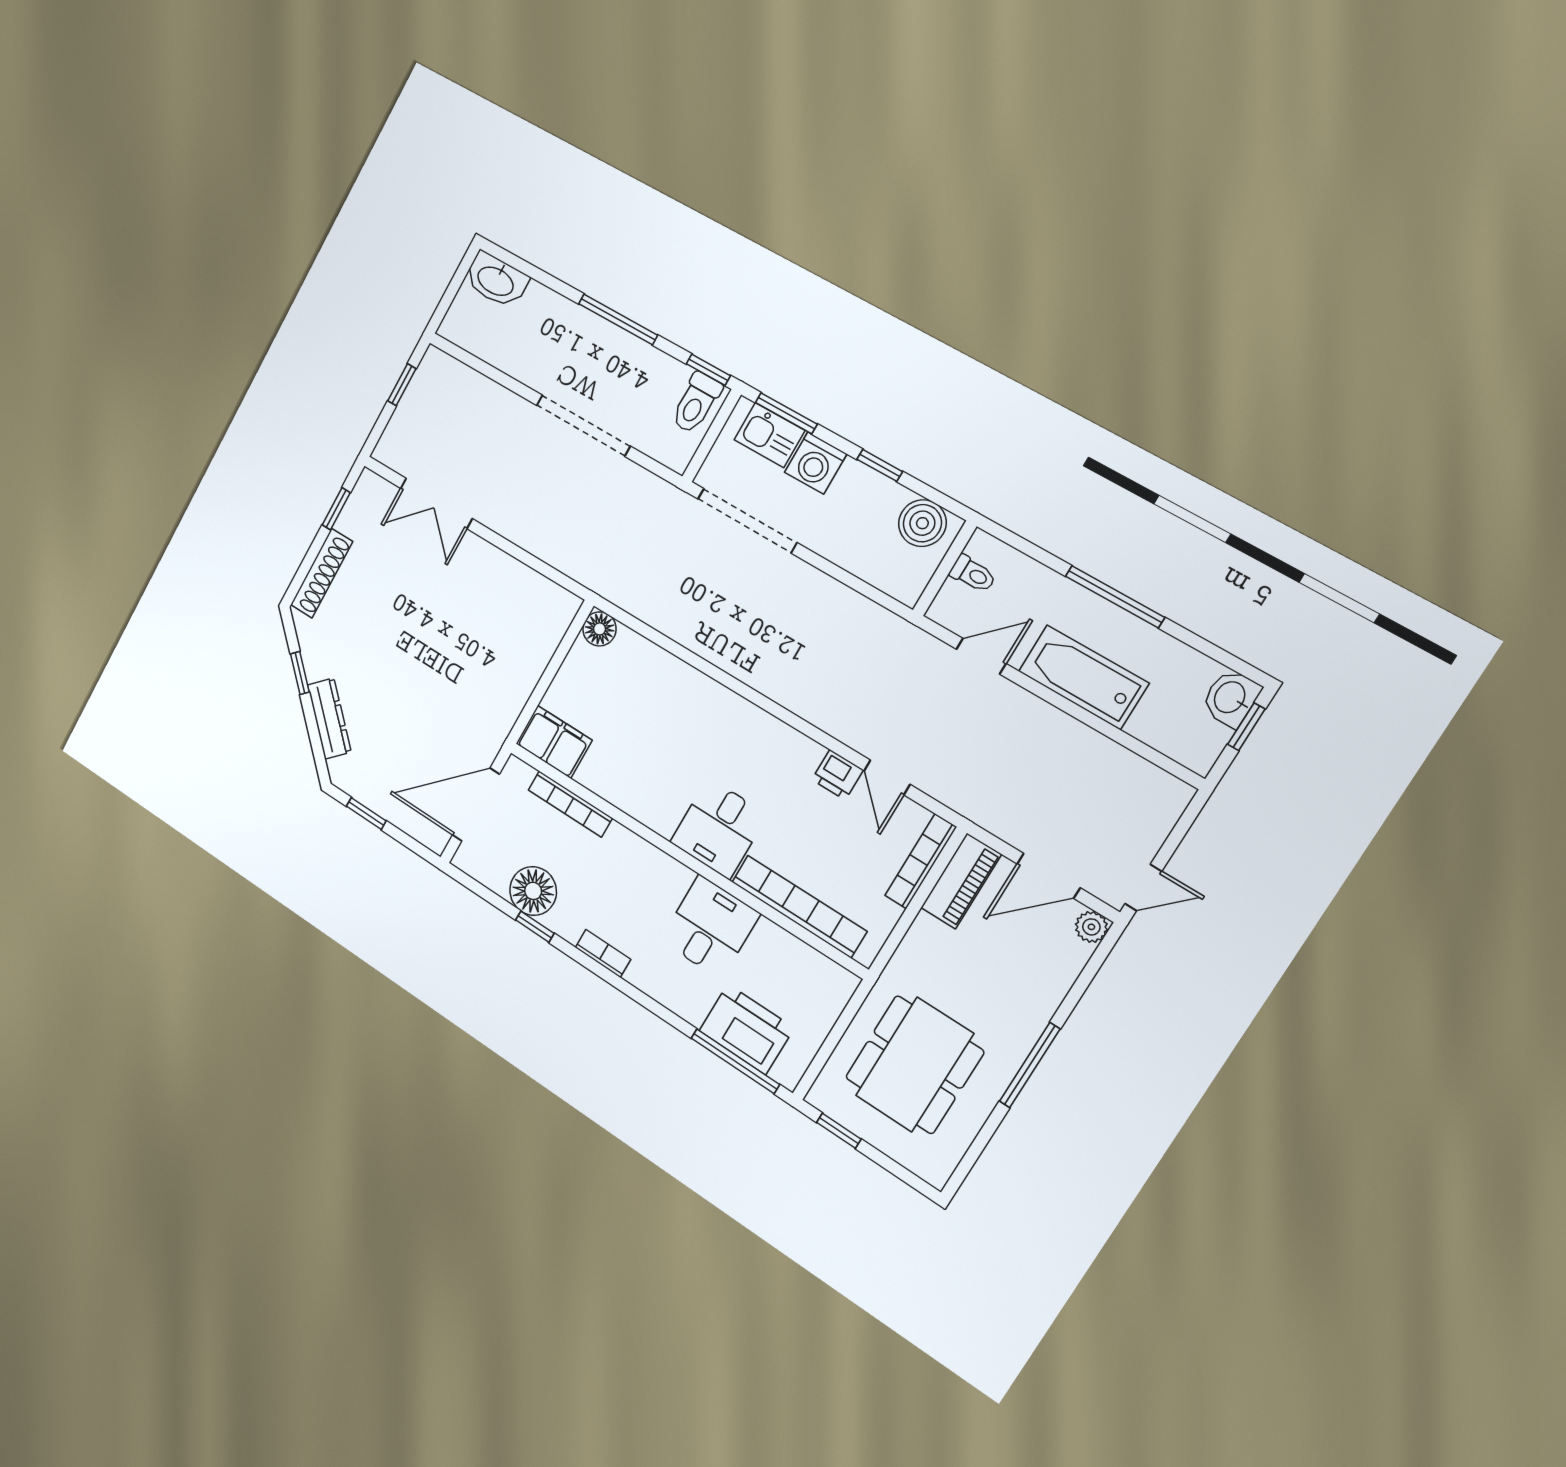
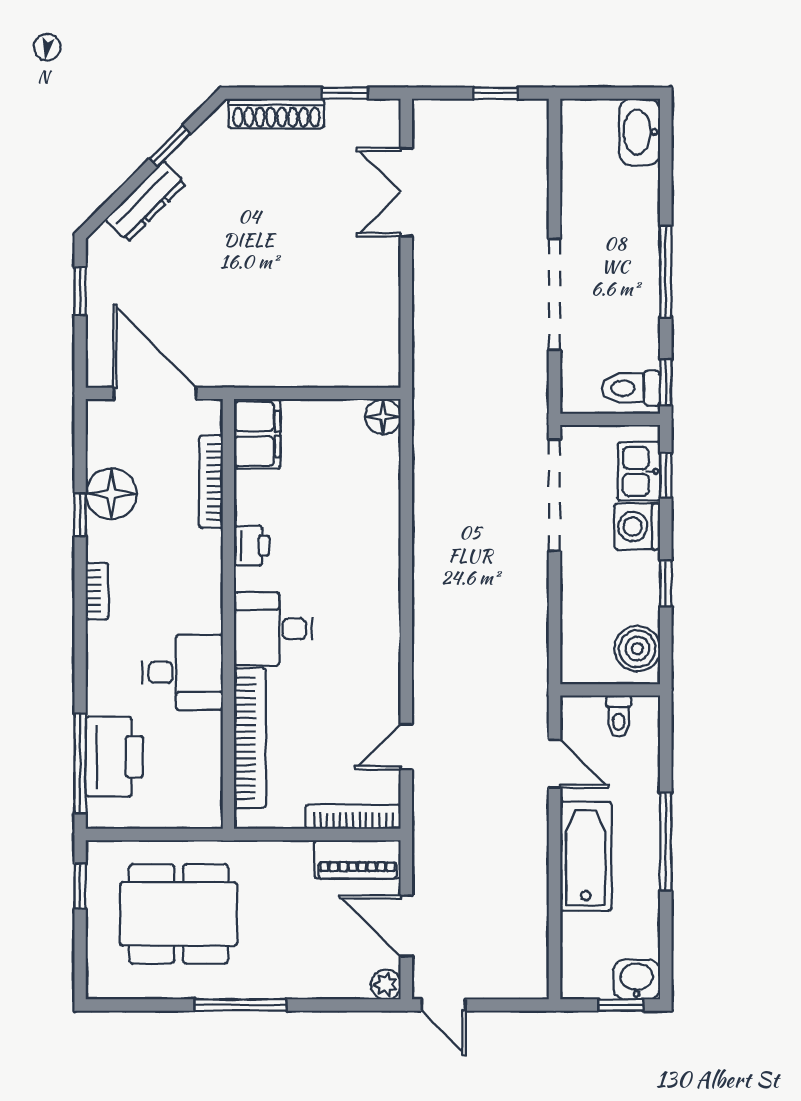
window: (786, 413) -> (666, 475), width x0.67
printer: (837, 775) -> (252, 546), moved, turned 180

